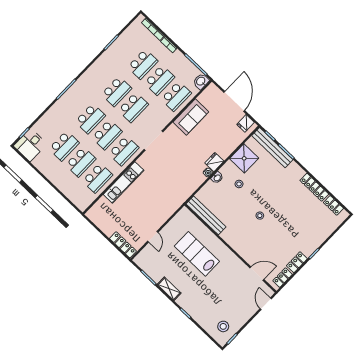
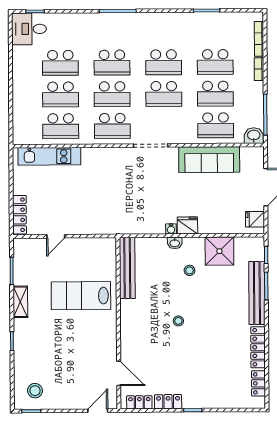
sofa: (191, 117) -> (209, 160), width x1.36
bench: (272, 148) -> (257, 293), moved
kitchen unit: (124, 182) -> (49, 156), moved
lab bench: (197, 254) -> (81, 296), turned -90

